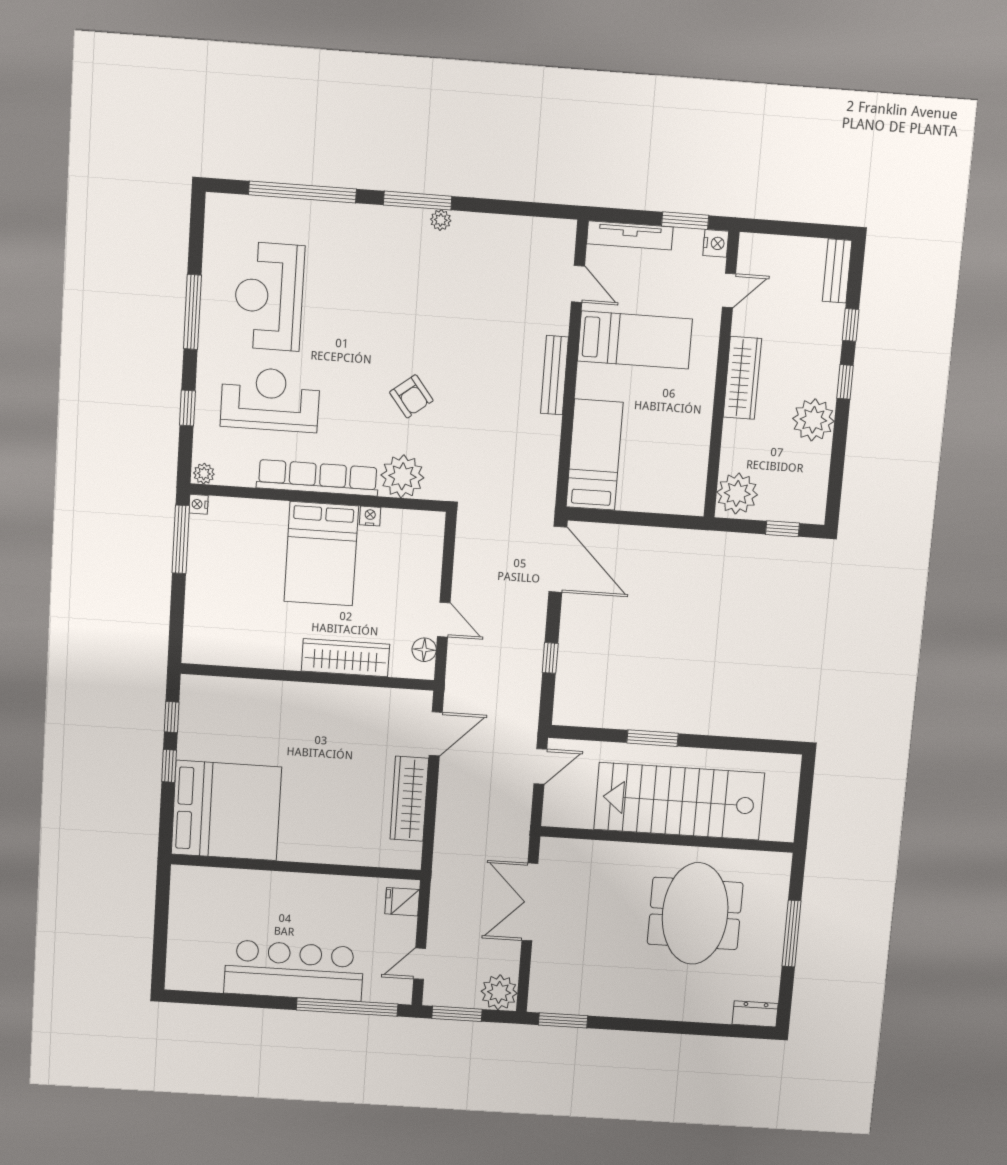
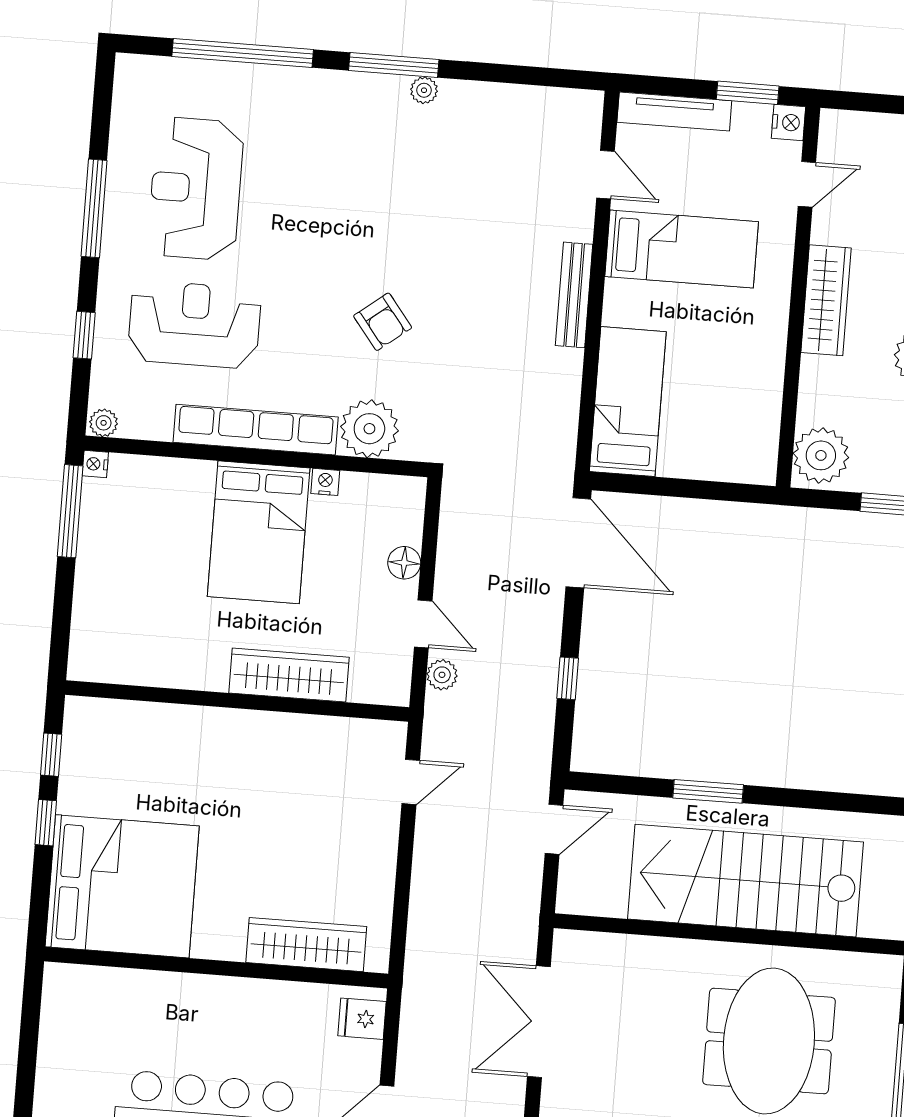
floor lamp: (424, 650) -> (404, 563), moved
plant: (458, 656) -> (442, 675), added
door: (436, 734) -> (411, 782), width x0.73
wardrobe: (409, 799) -> (306, 945), moved, turned 90

